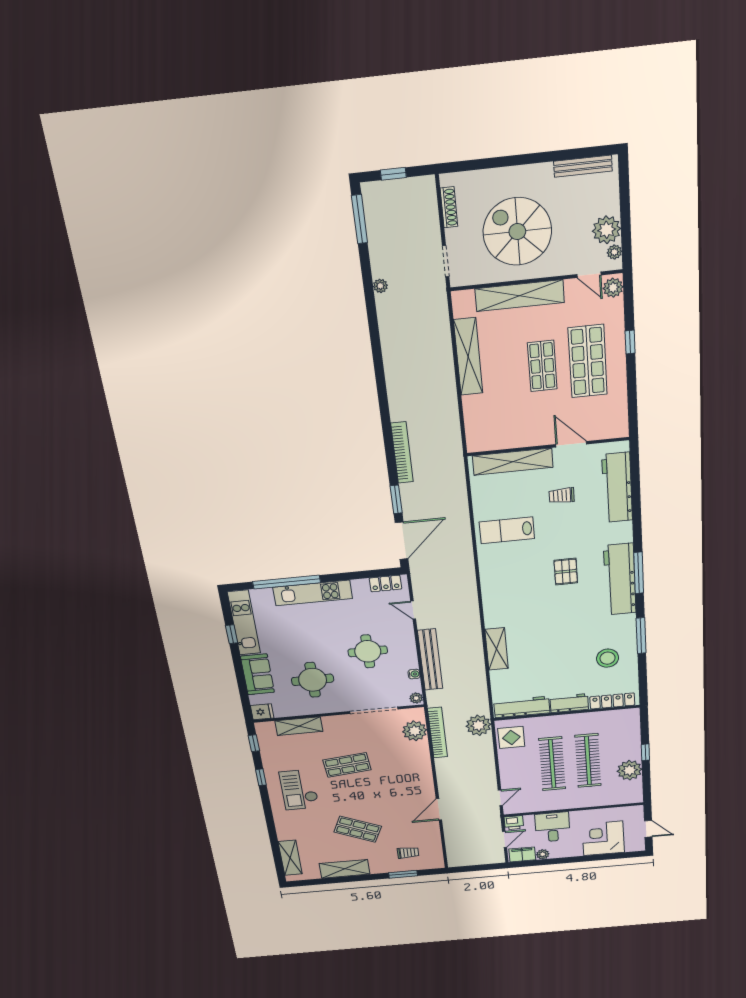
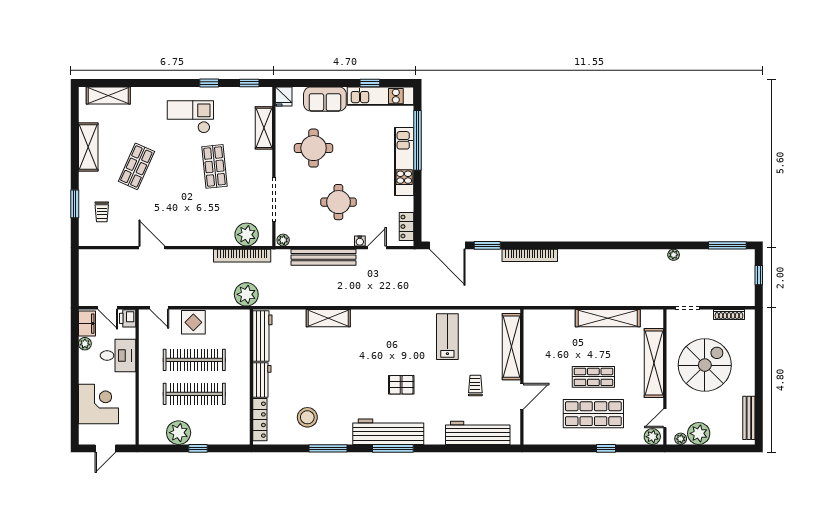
water cooler: (414, 674) -> (360, 241), moved
display table: (511, 737) -> (193, 322), moved

